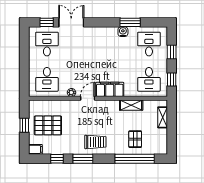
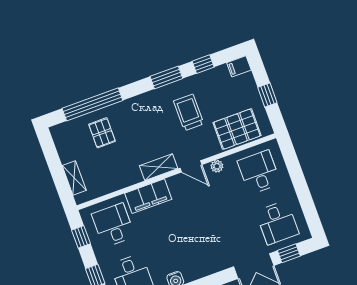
filing cabinet: (110, 89) -> (148, 196), moved
door: (88, 98) -> (191, 166), hinge flipped
shelving: (131, 105) -> (159, 167), moved
pallet: (48, 125) -> (237, 129), moved
trolley: (95, 142) -> (189, 112), moved, turned 90

